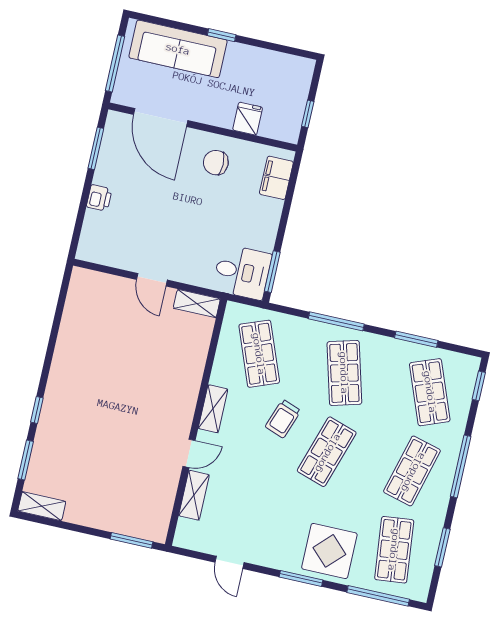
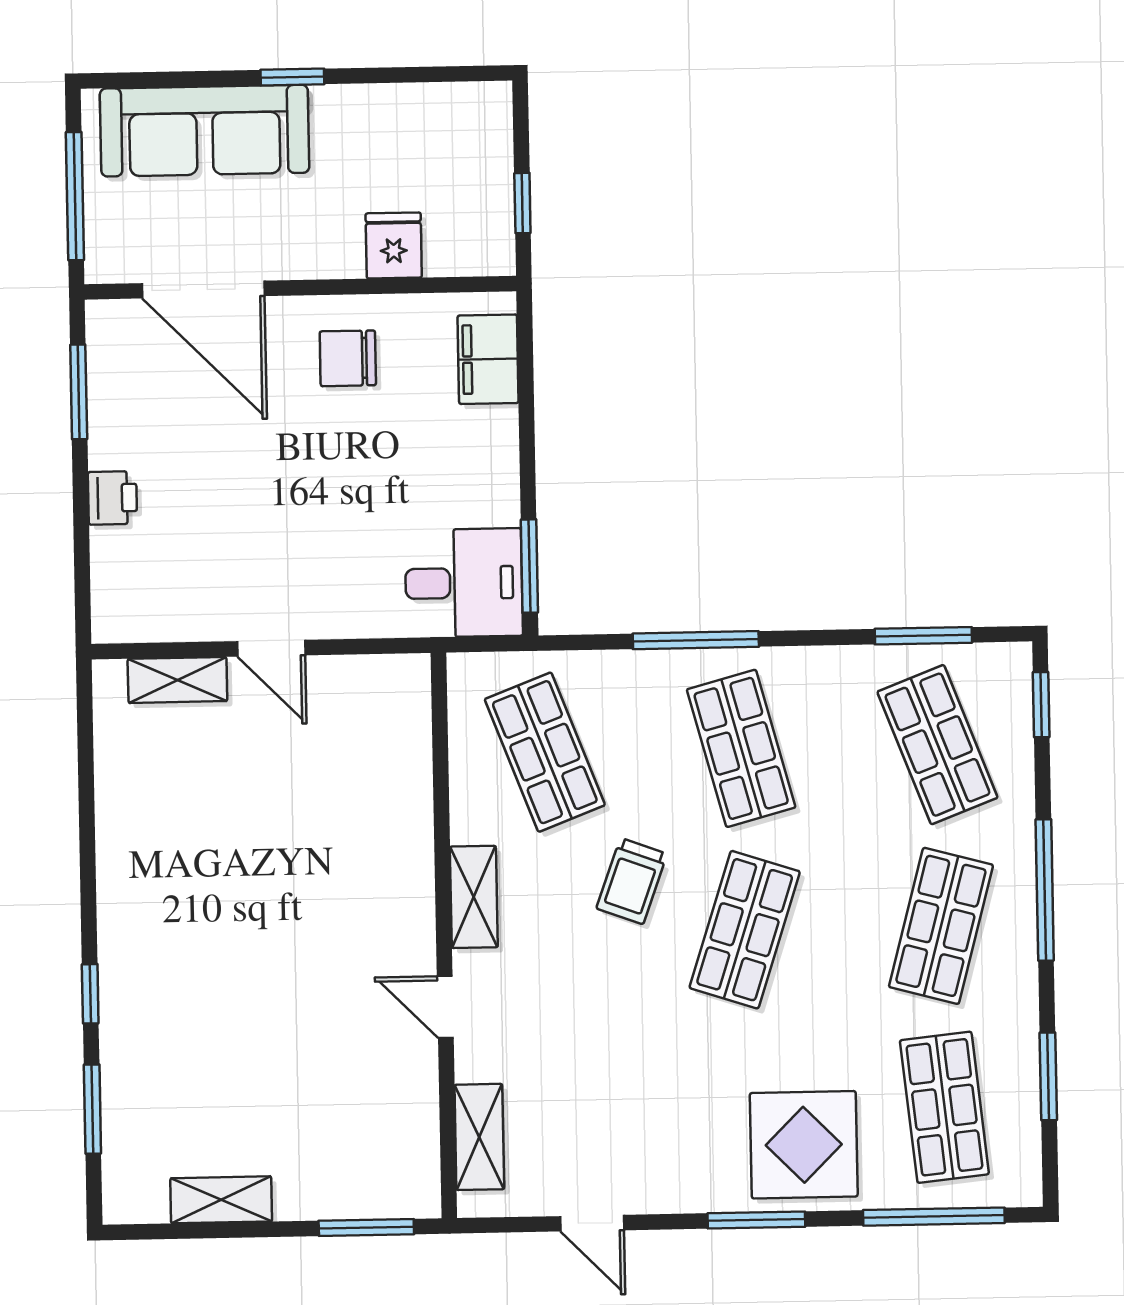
shelving: (197, 304) -> (177, 680), moved
window: (416, 339) -> (923, 636), moved
door: (189, 453) -> (445, 1007), swing flipped
shelving: (194, 495) -> (479, 1137), moved
shelving: (42, 506) -> (221, 1200), moved

